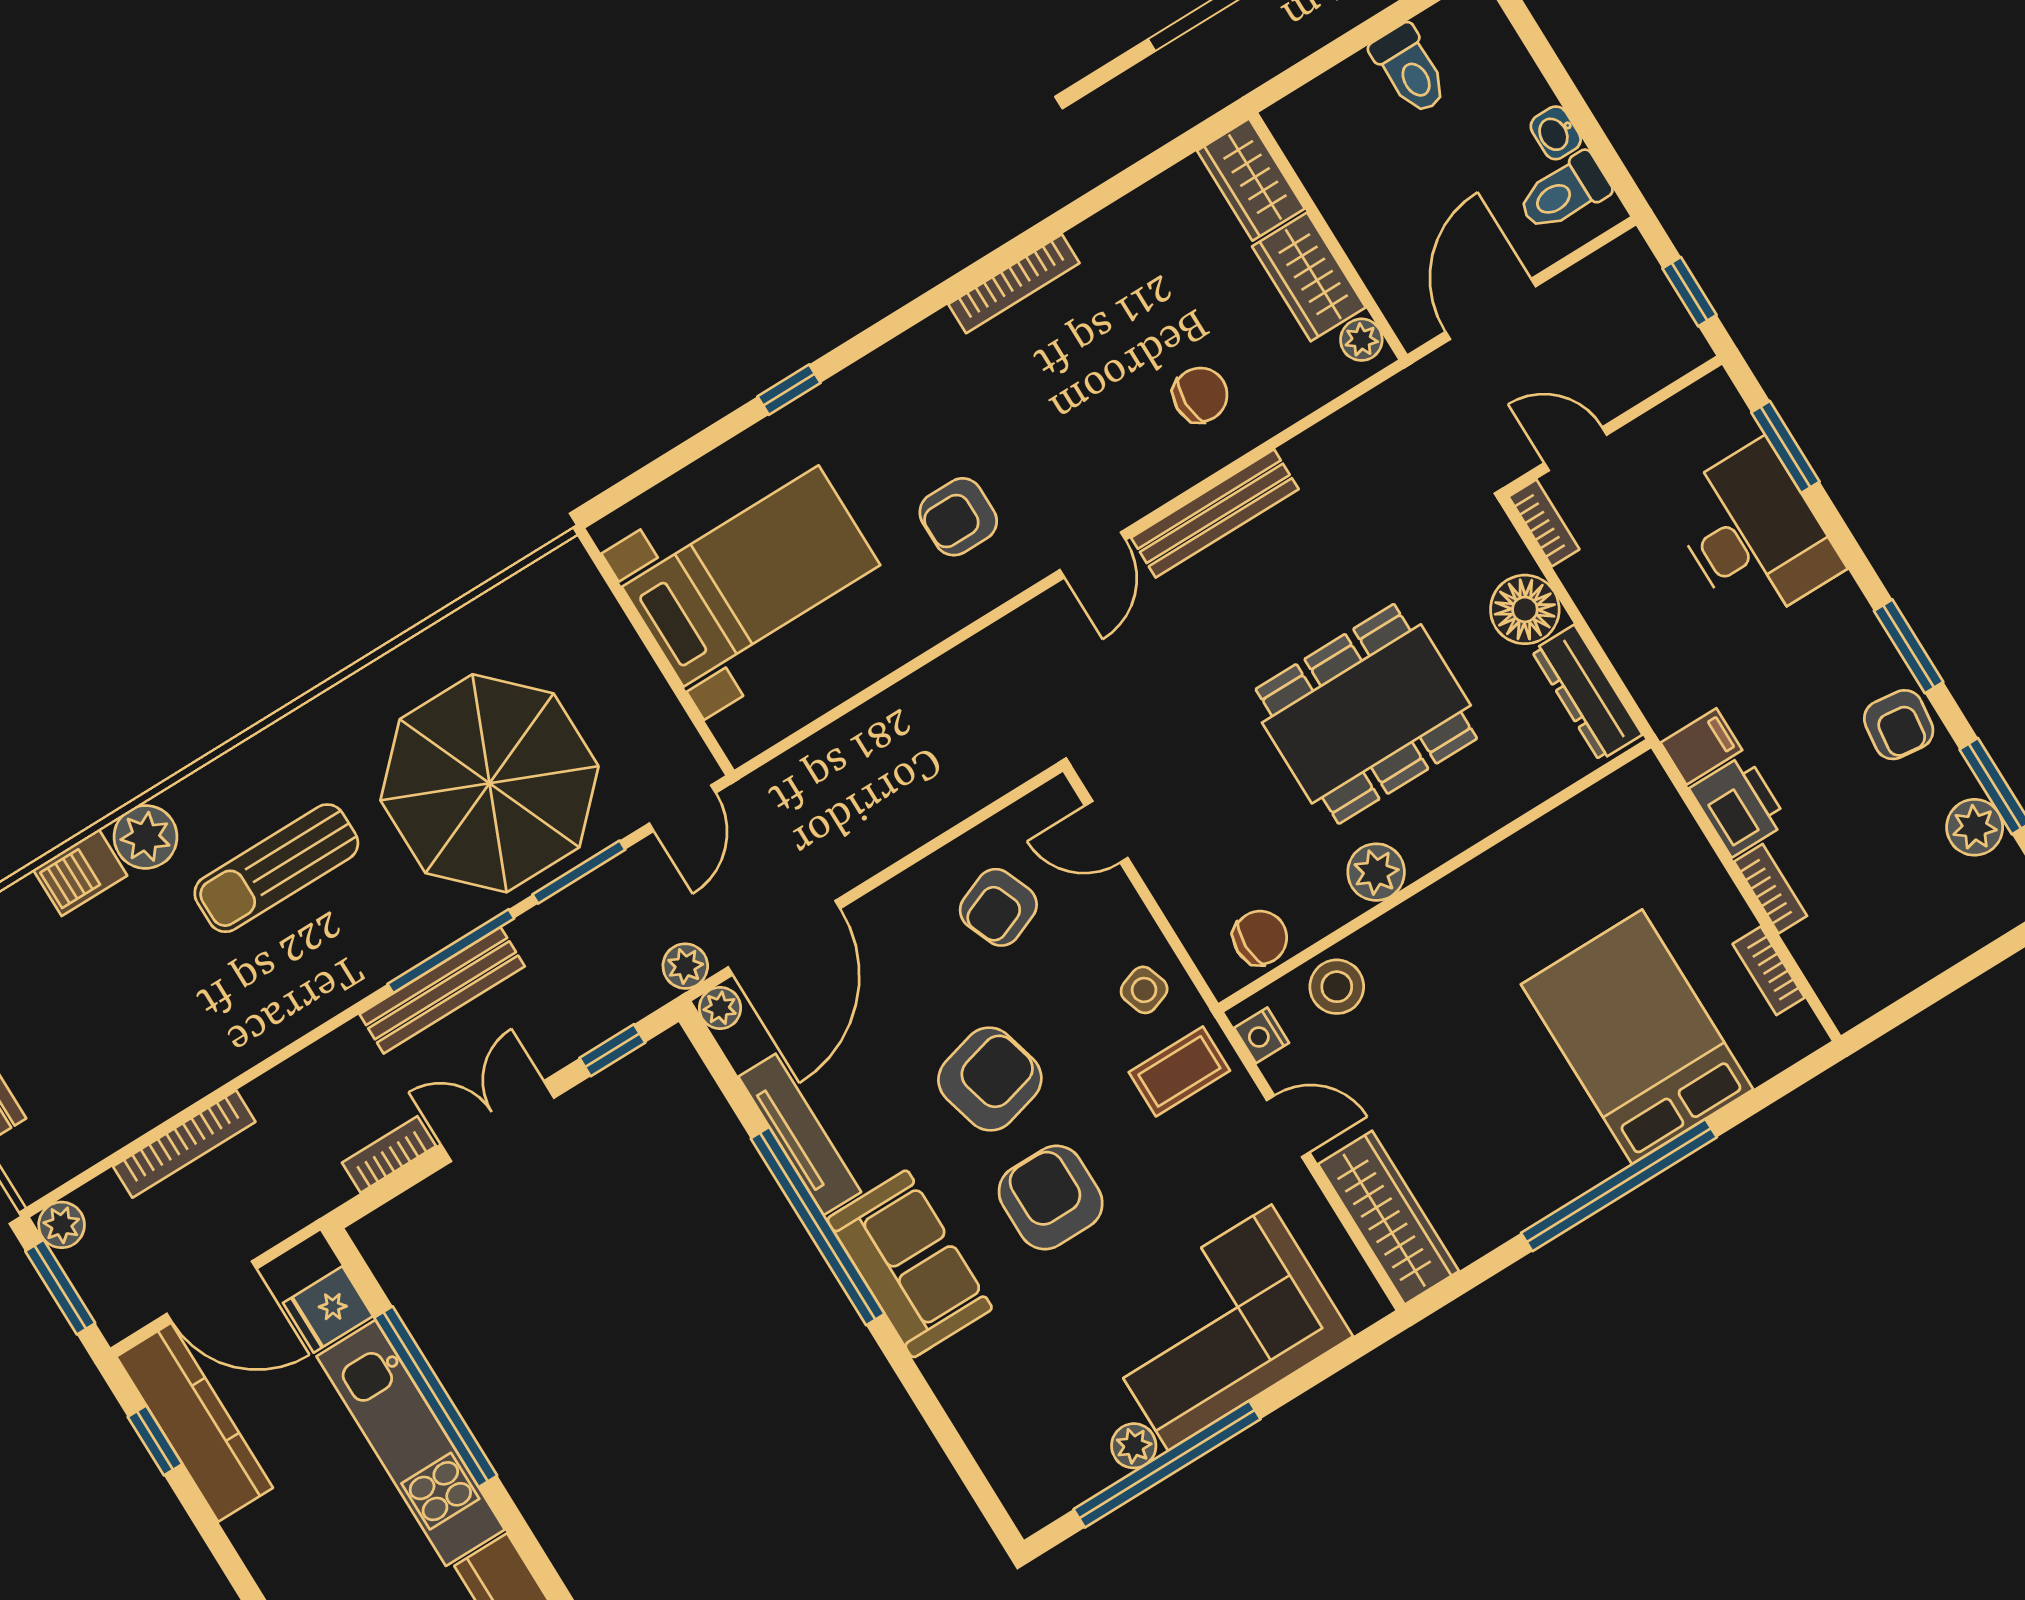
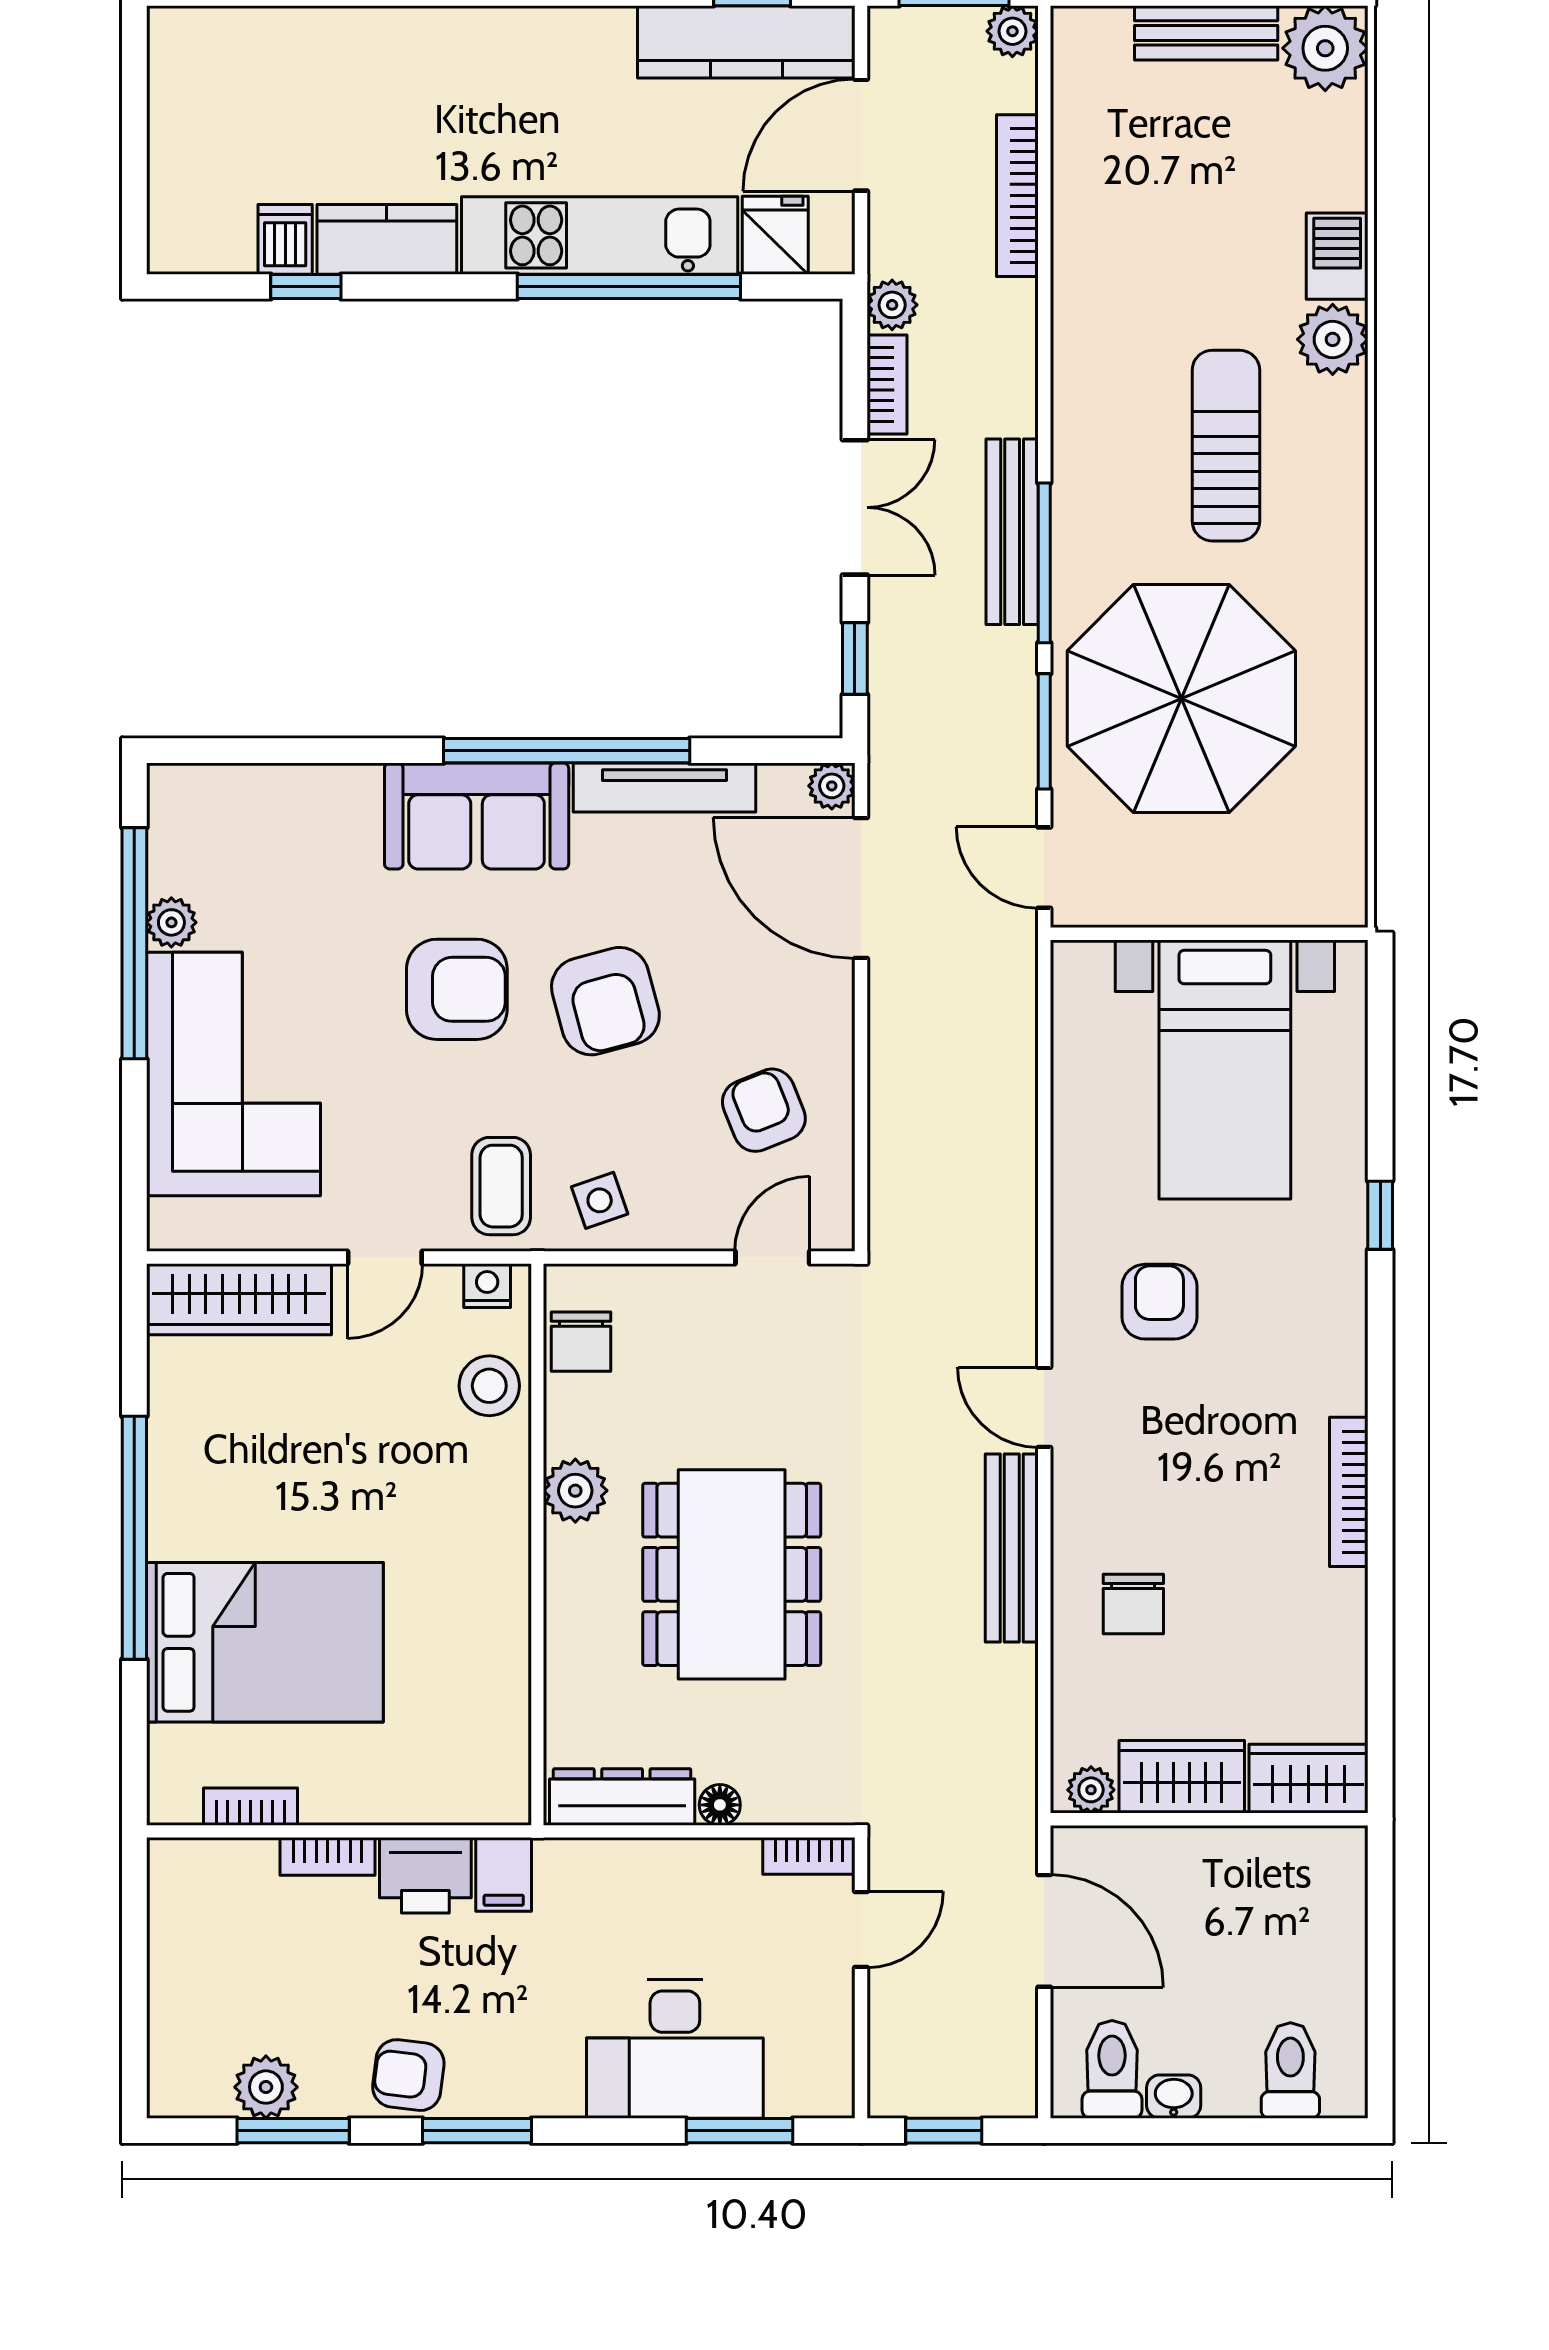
toilet: (1410, 69) -> (1290, 2070), moved, turned 90
floor lamp: (1525, 609) -> (720, 1805), width x0.53, depth x0.53
plant: (685, 966) -> (892, 305), moved

